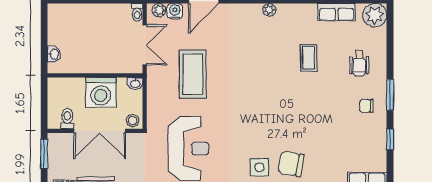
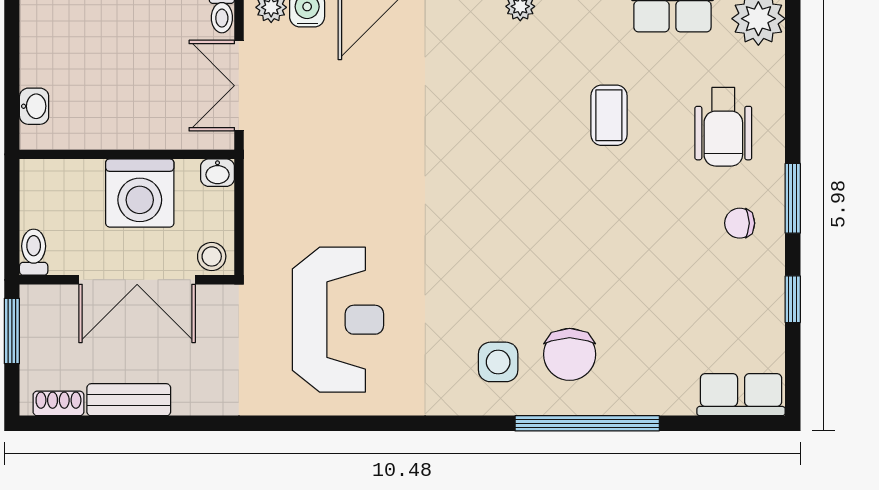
double door: (145, 45) -> (239, 86), swing flipped
wheelchair: (359, 63) -> (723, 127), width x1.36, depth x1.37
coffee table: (193, 74) -> (348, 152), removed
toilet: (67, 119) -> (34, 252), moved
chair: (291, 164) -> (570, 354), turned -100

